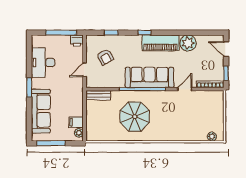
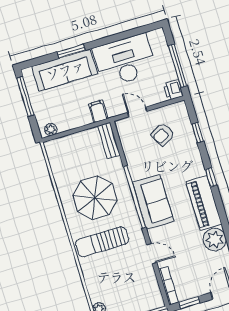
desk: (43, 63) -> (125, 60), width x1.36, depth x1.30
sofa: (149, 78) -> (153, 202), width x0.73
window: (29, 87) -> (71, 51), moved
sun lounger: (166, 121) -> (102, 242), added
filing cabinet: (76, 122) -> (98, 111), moved

